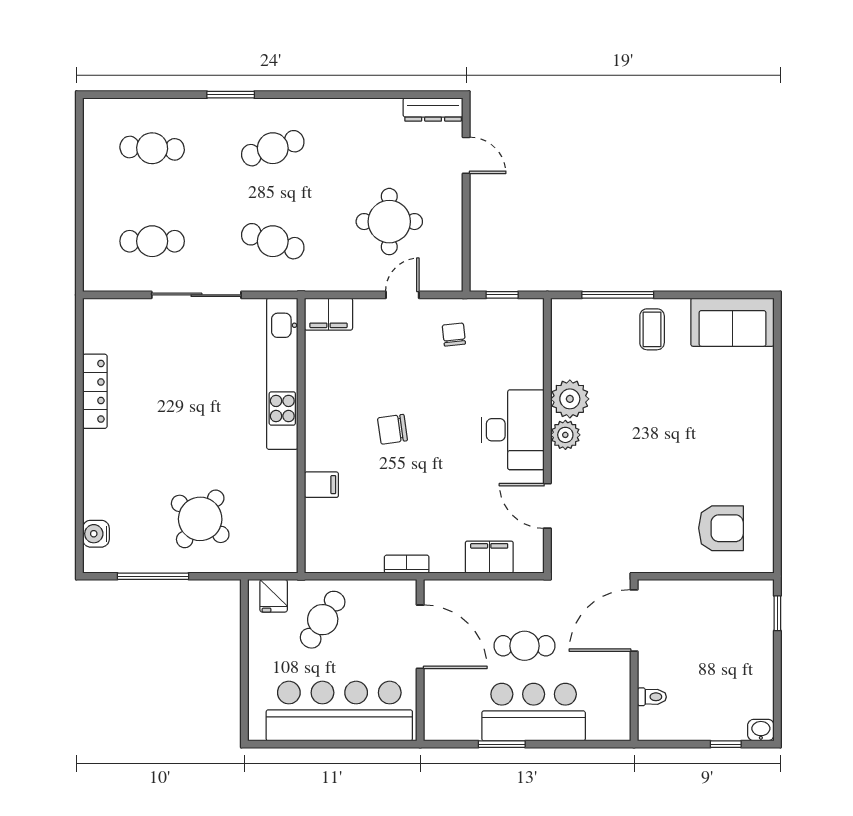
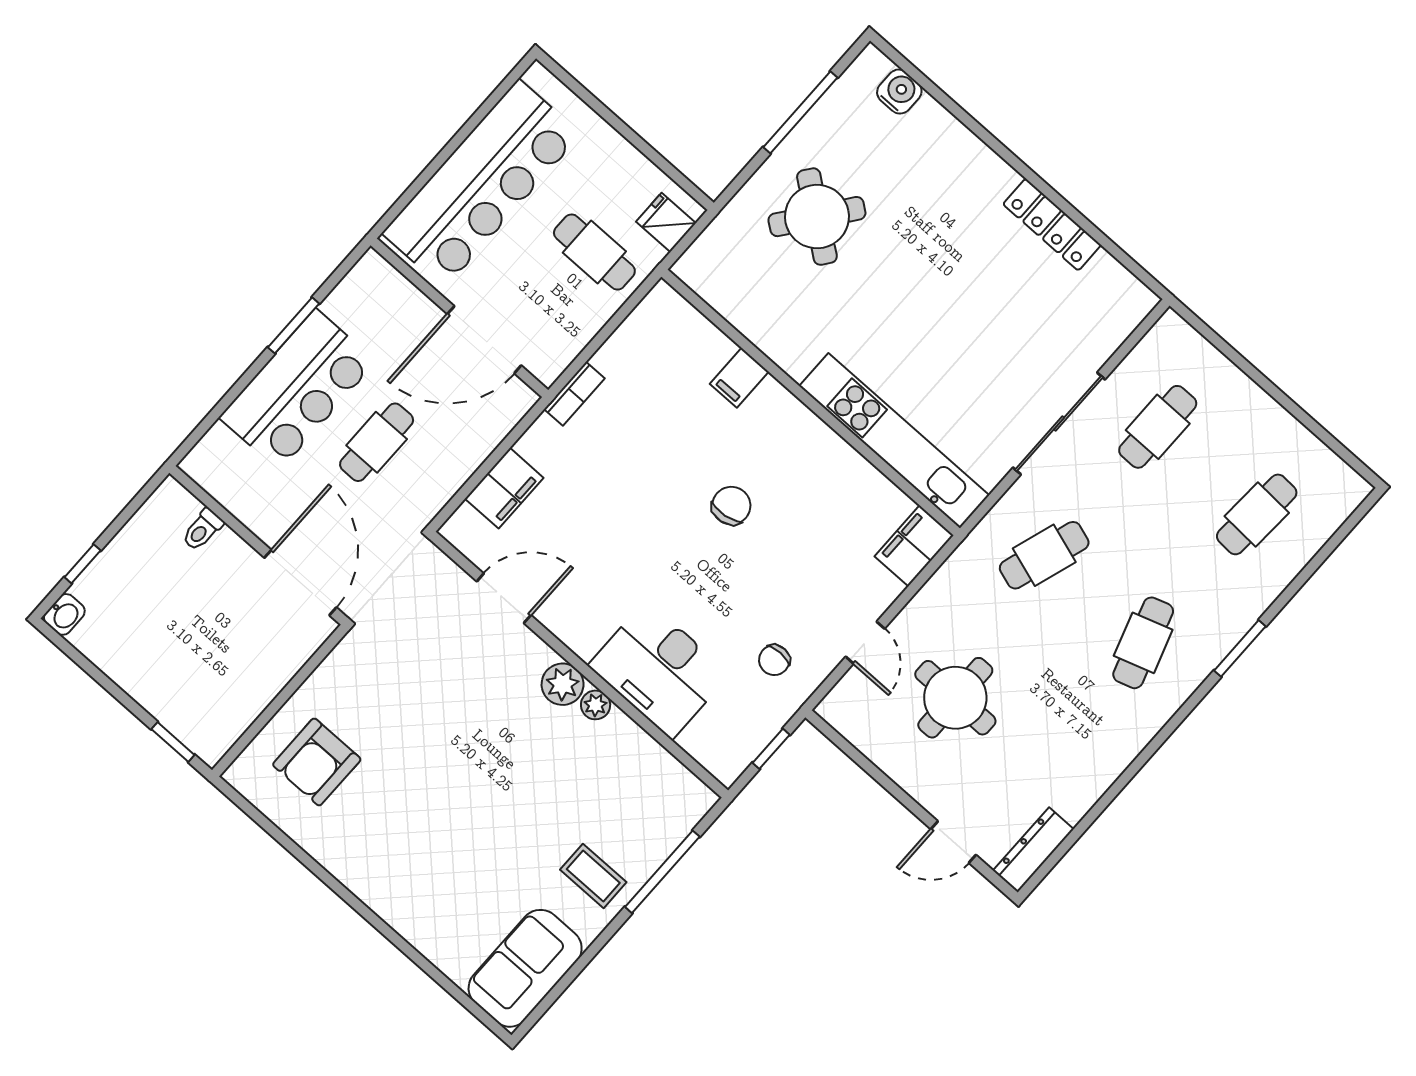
chair: (454, 335) -> (774, 660), turned 96
plant: (570, 399) -> (596, 705), width x0.53, depth x0.53
desk: (513, 430) -> (659, 670), moved
cafe table: (323, 620) -> (594, 252), turned -33

